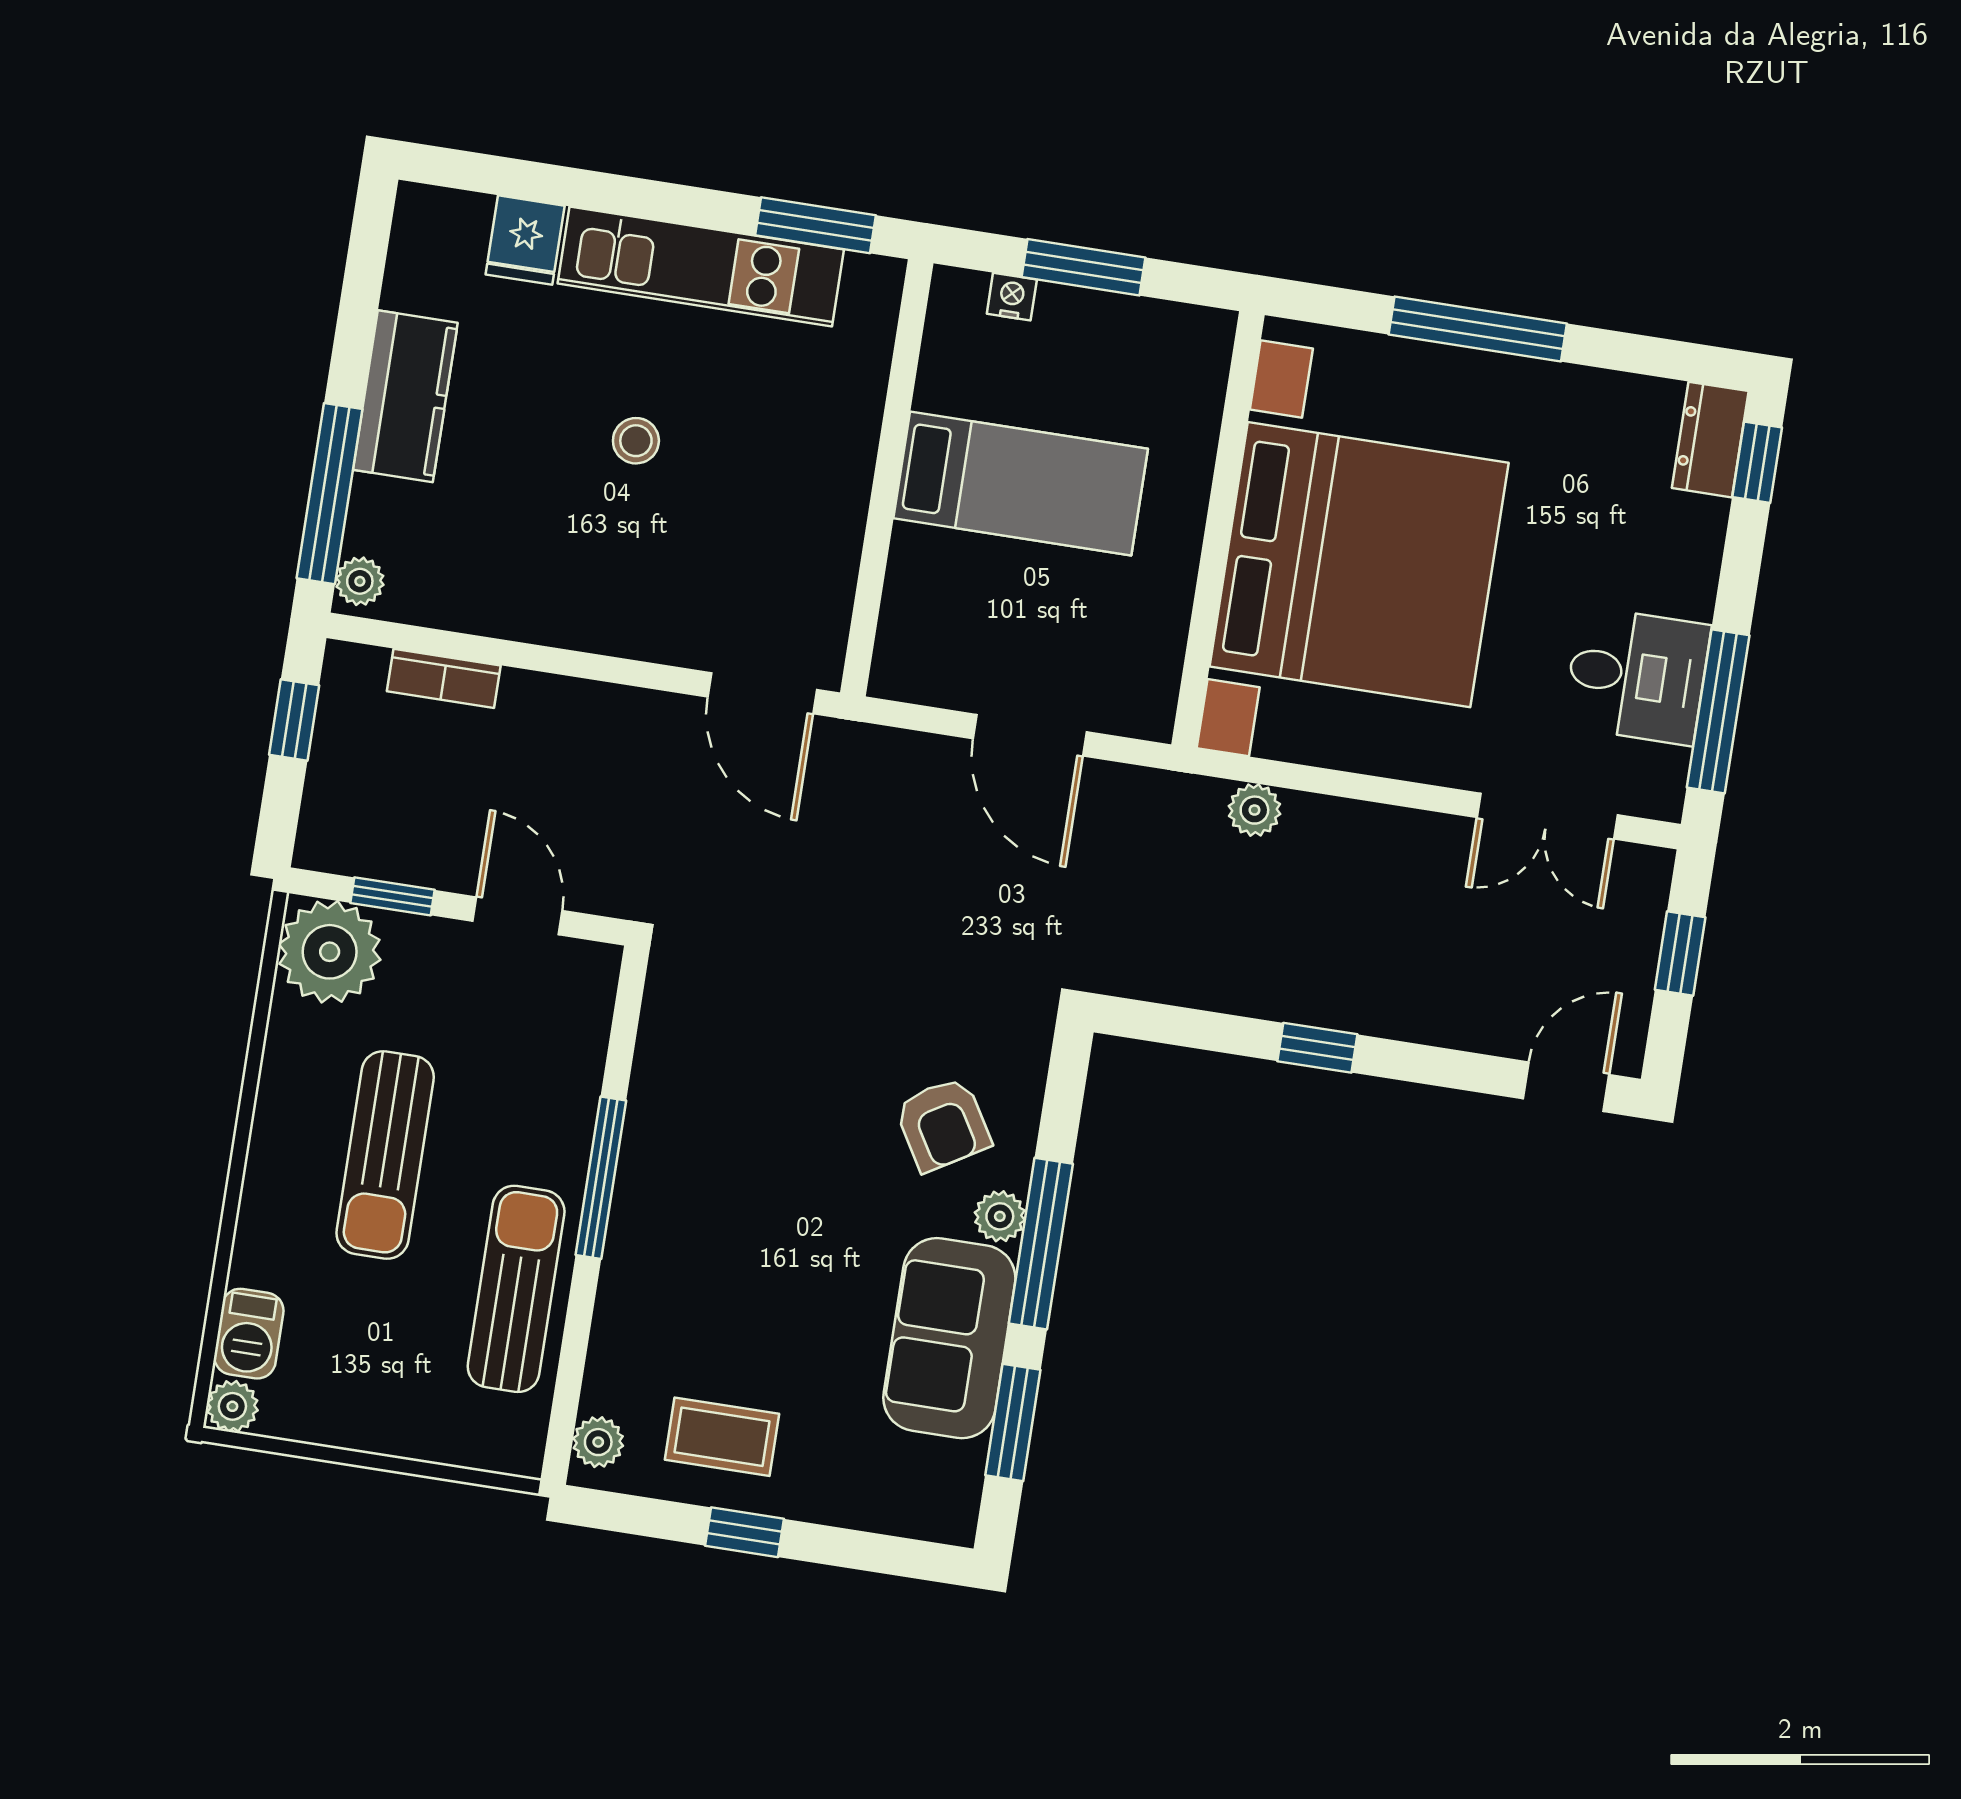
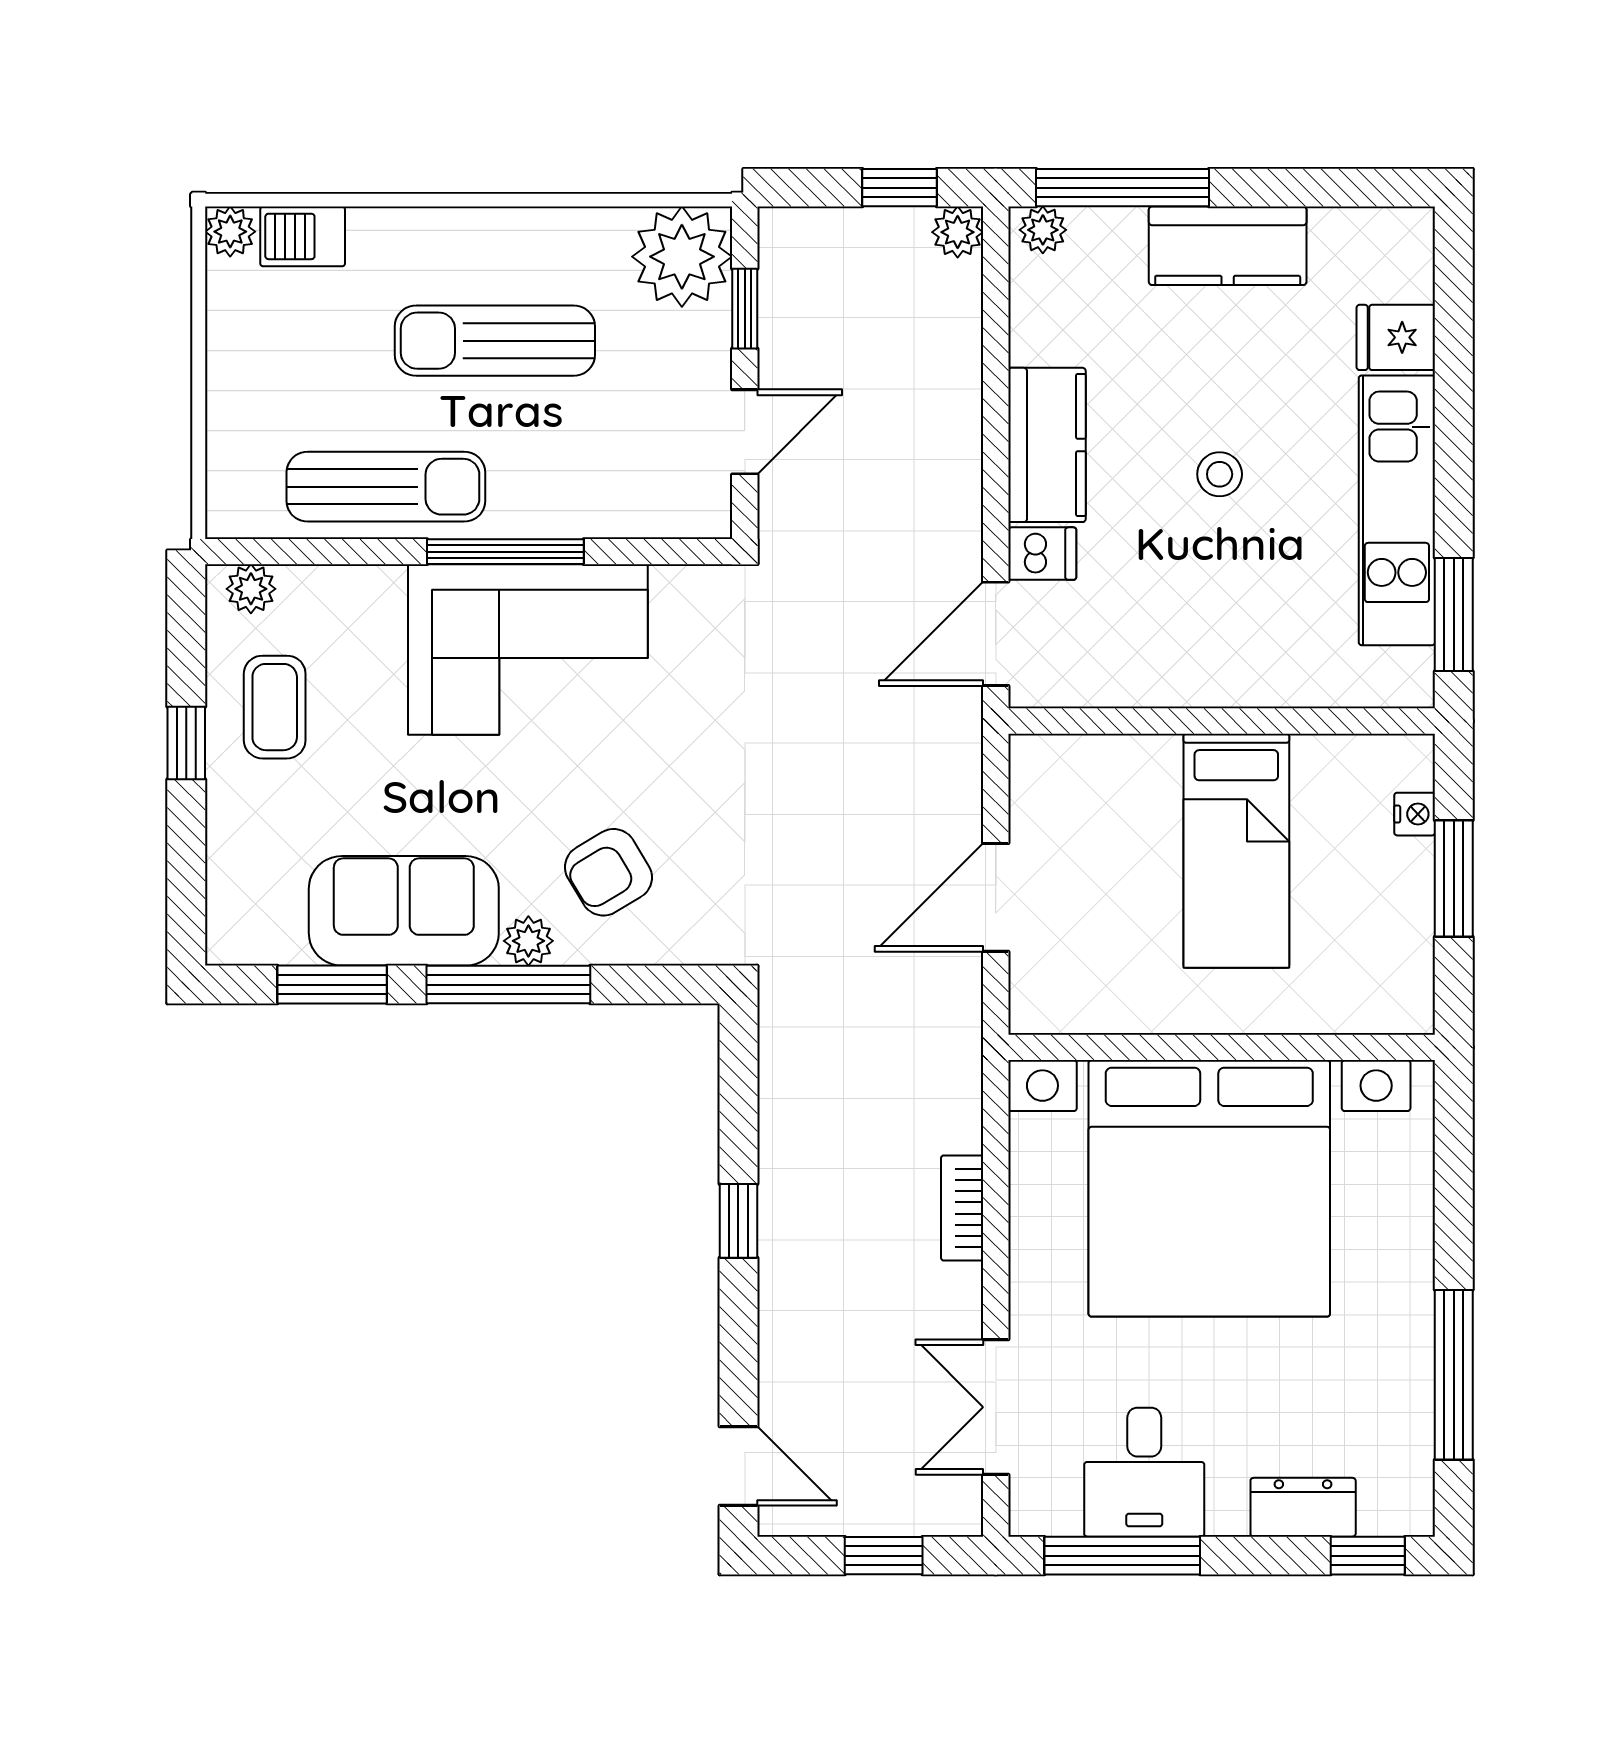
window: (1478, 329) -> (1454, 1375), moved
dresser: (1710, 440) -> (1303, 1507), moved
kitchen counter: (579, 611) -> (1047, 445), added
dishwasher: (688, 633) -> (1042, 554), added
bookcase: (444, 678) -> (962, 1208), moved
plant: (1254, 810) -> (958, 232), moved
corner sofa: (704, 1171) -> (528, 650), added

